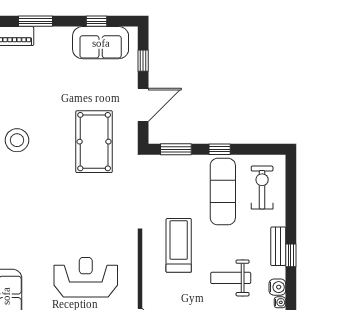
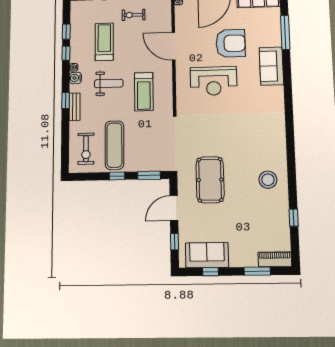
treadmill: (179, 245) -> (144, 92), moved

